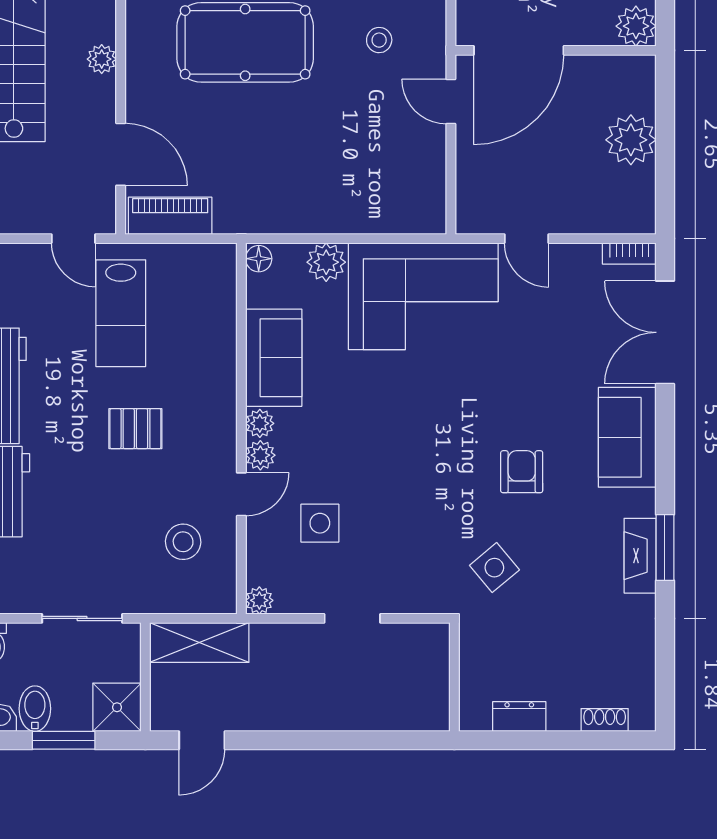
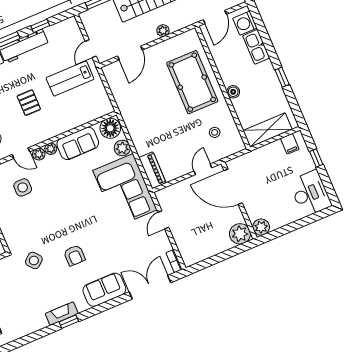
plant: (631, 140) -> (240, 234), moved
piano: (170, 216) -> (152, 170), moved
floor lamp: (259, 259) -> (110, 128), width x1.89, depth x1.89
armchair: (522, 472) -> (74, 255), turned 90
window: (665, 547) -> (69, 322), width x0.67

